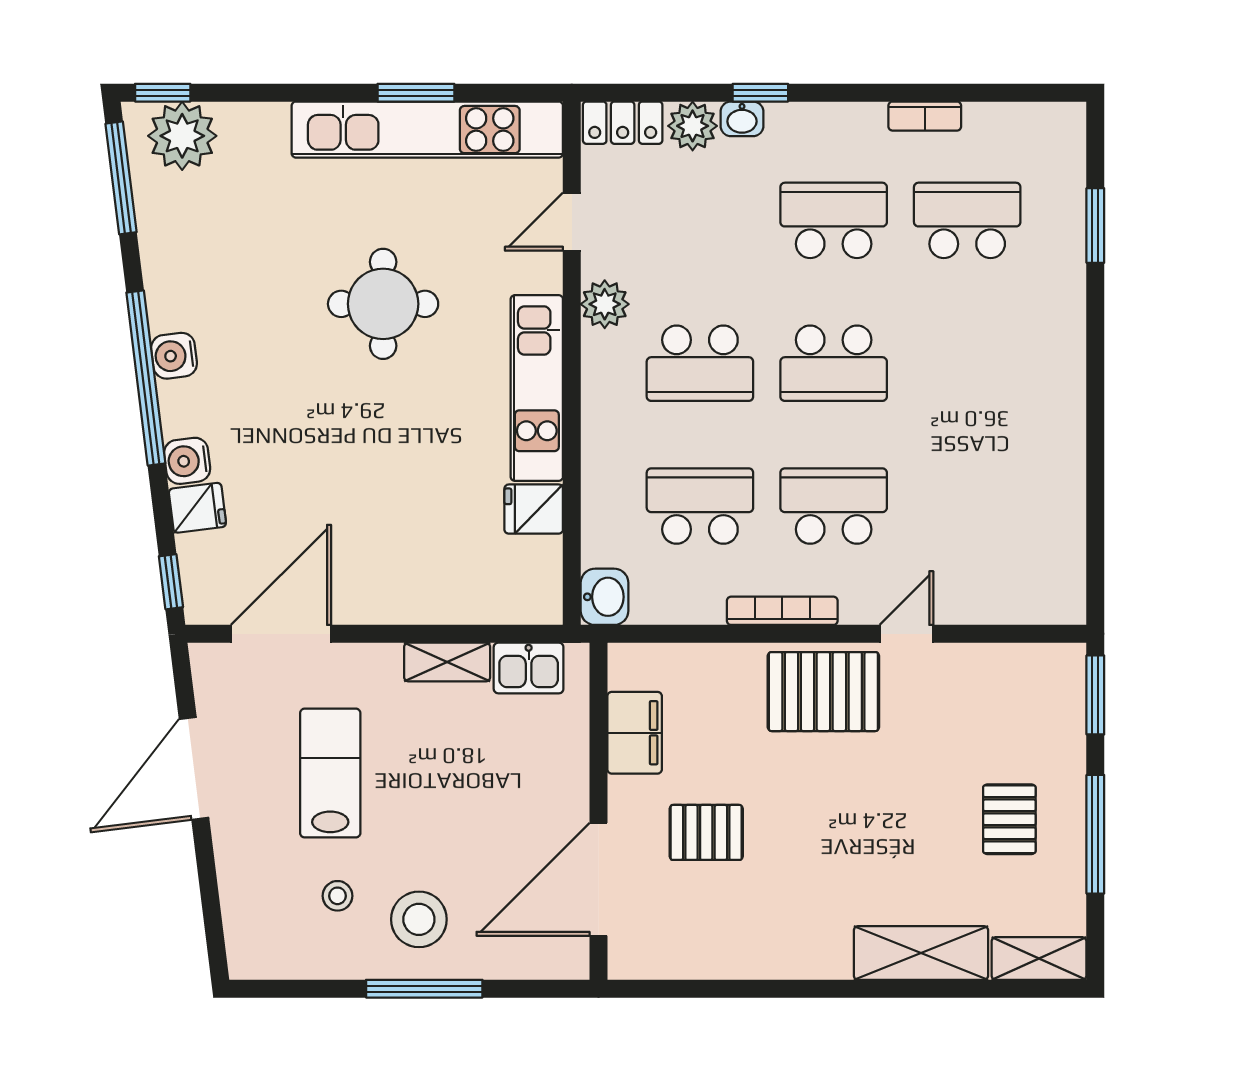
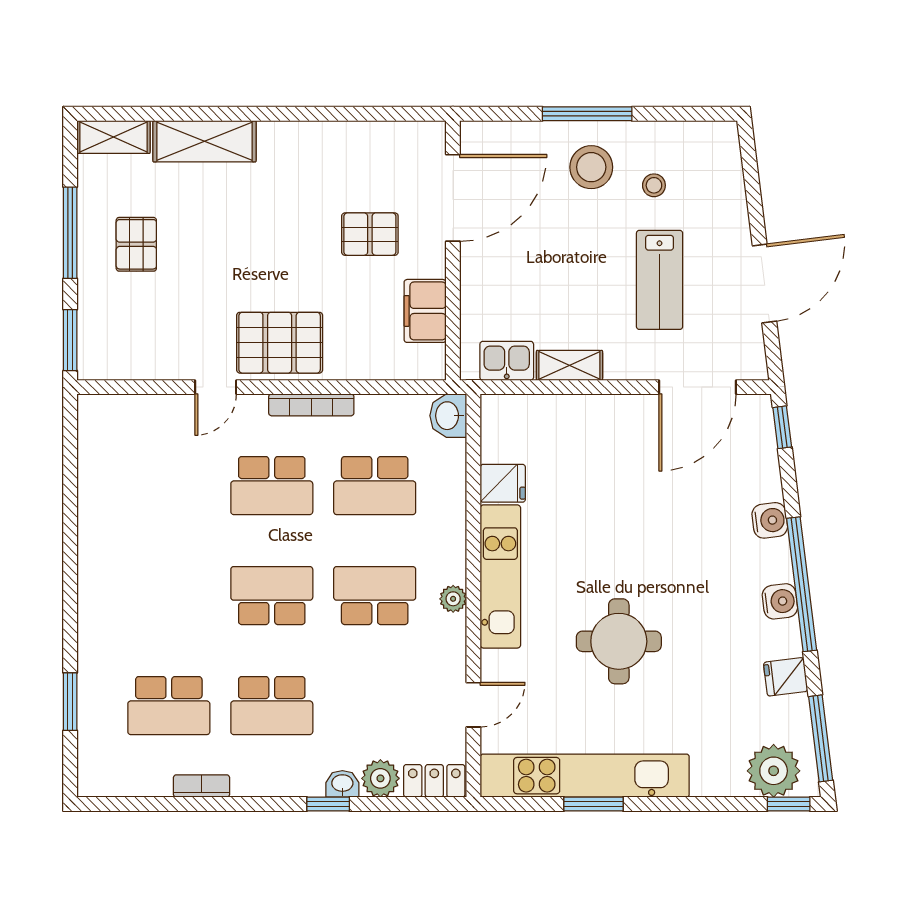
plant: (605, 304) -> (453, 599), moved, width x0.73, depth x0.73
fridge: (197, 508) -> (786, 677), moved

